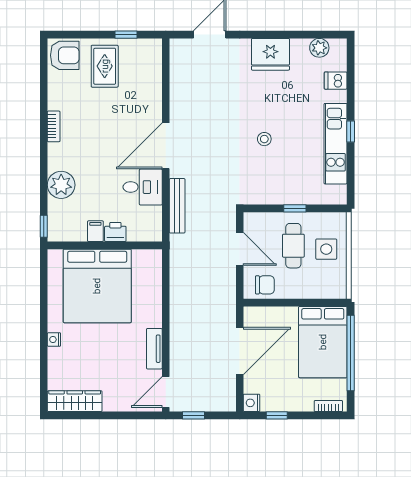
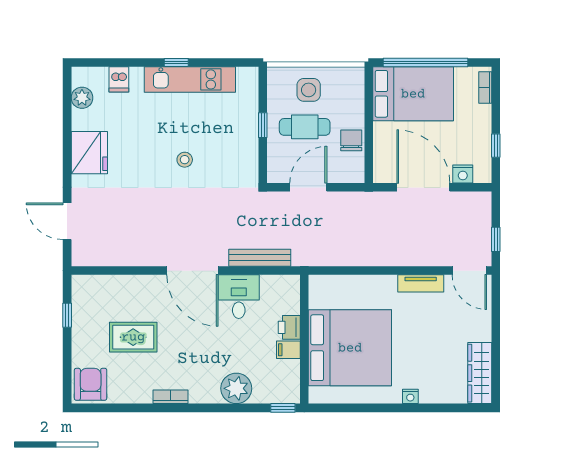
rug: (105, 66) -> (133, 337), moved
chair: (265, 285) -> (351, 140), moved
nightstand: (252, 403) -> (463, 174), moved

